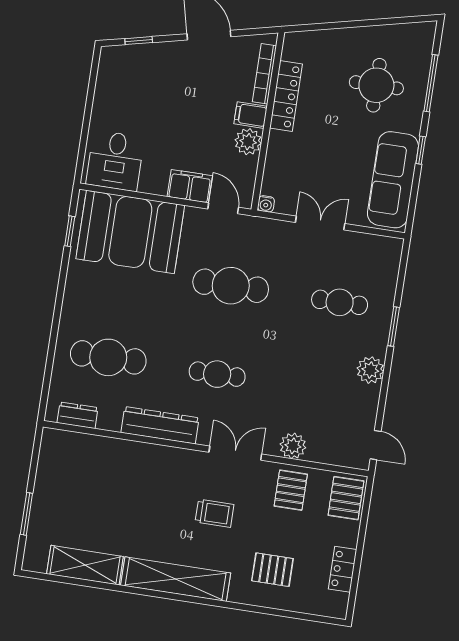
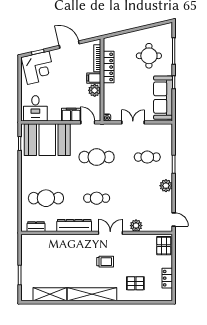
corner desk: (134, 75) -> (38, 68), added
pallet: (291, 490) -> (138, 246), removed

